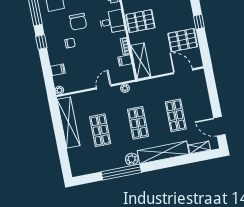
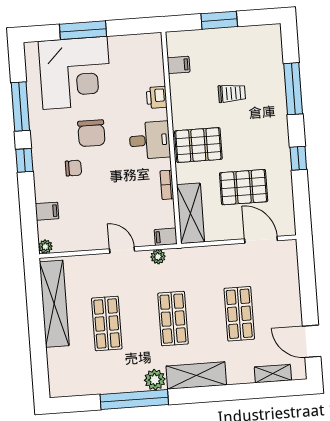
pallet: (183, 40) -> (244, 187), moved
filing cabinet: (125, 60) -> (166, 237), moved
door: (104, 87) -> (122, 250), hinge flipped
shelving: (163, 152) -> (196, 375), width x0.68

